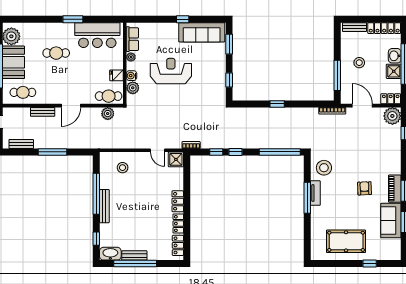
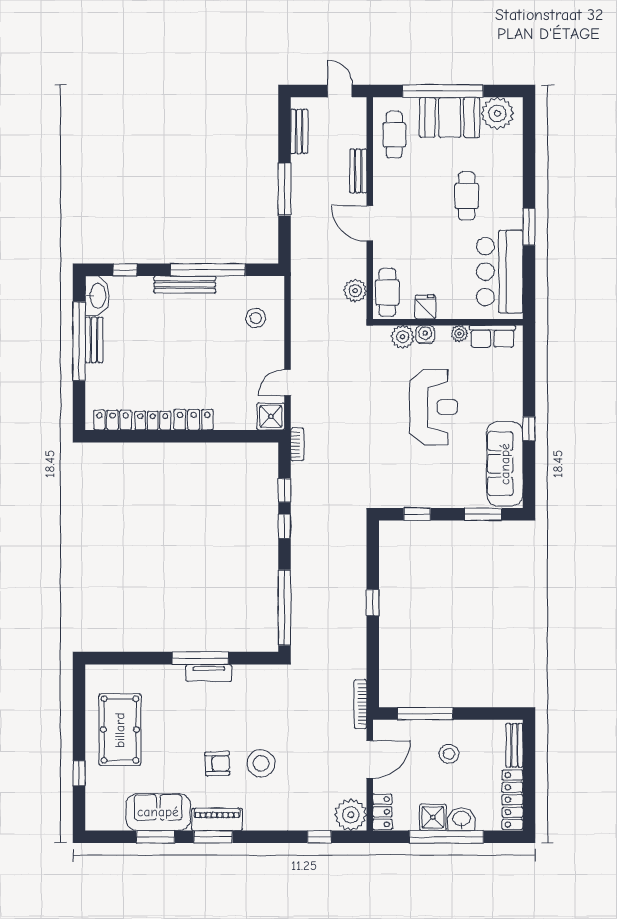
stool: (324, 168) -> (261, 763), moved

